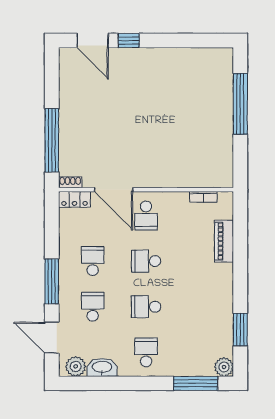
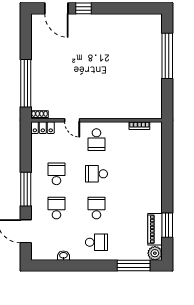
door: (114, 190) -> (72, 120), width x0.53
piano: (224, 241) -> (155, 229), moved
school desk: (146, 307) -> (96, 208), turned 90
school desk: (146, 352) -> (96, 242), turned 90
plant: (76, 366) -> (44, 253), removed
washbasin: (102, 367) -> (63, 256), width x0.52, depth x0.69

